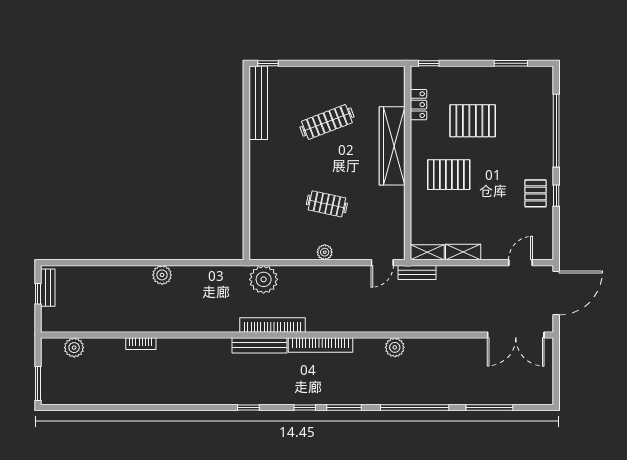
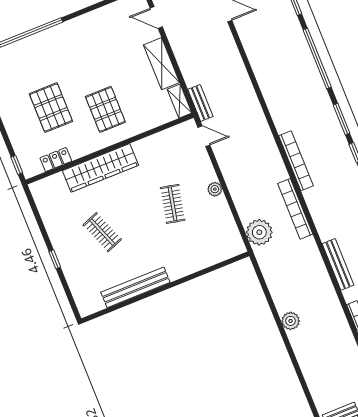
window: (268, 63) -> (55, 259), moved
bench: (258, 103) -> (135, 287), moved
clothes rail: (327, 122) -> (102, 232), width x0.73
pallet: (536, 193) -> (92, 28), removed
window: (556, 196) -> (86, 10), removed
shelving: (463, 252) -> (162, 64), width x1.50, depth x1.33
bench: (260, 345) -> (338, 264), moved
plant: (395, 347) -> (272, 96), removed

